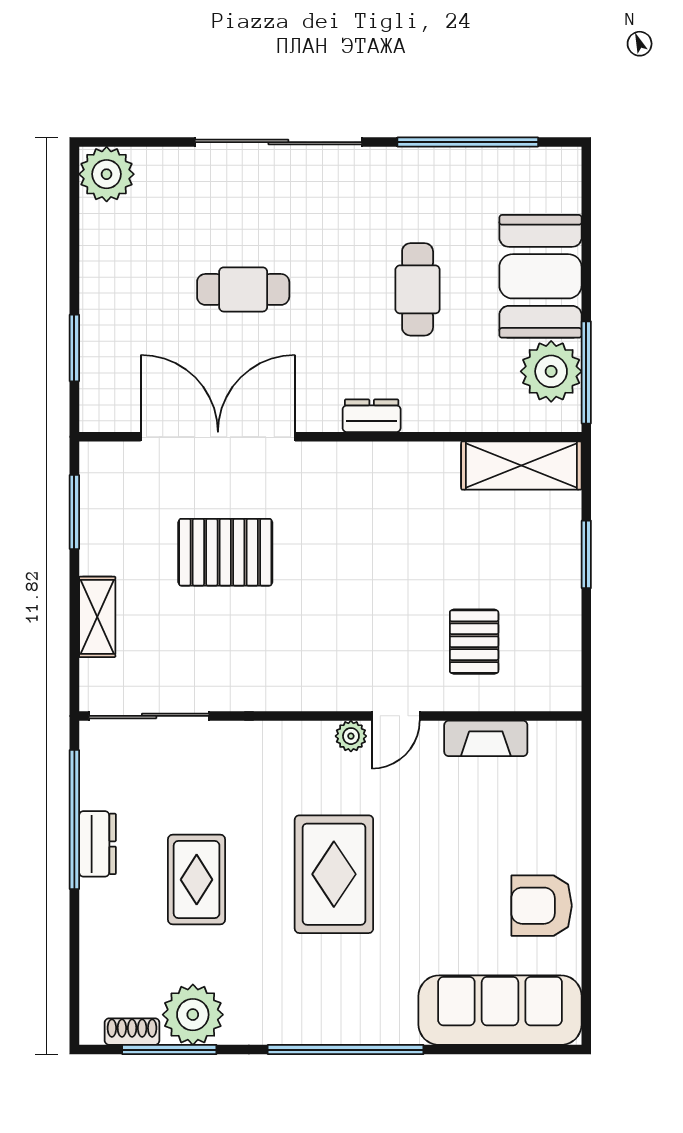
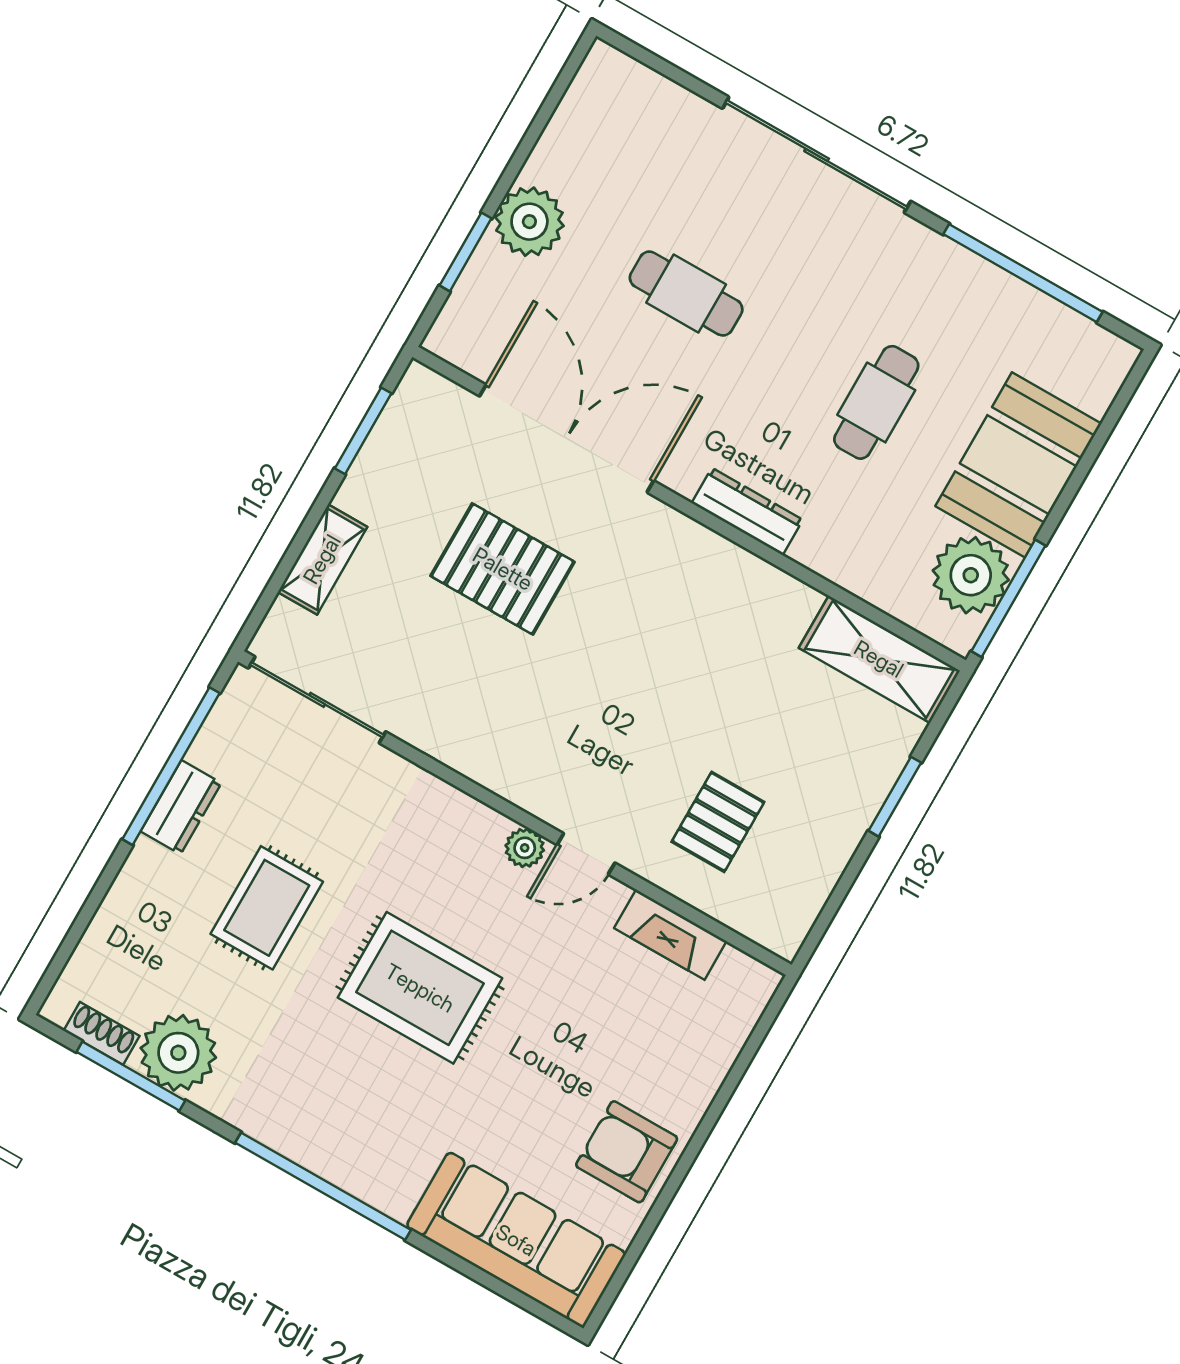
plant: (107, 174) -> (529, 222), moved
dresser: (372, 416) -> (747, 511), width x1.44
rug: (334, 874) -> (420, 988), turned 90

